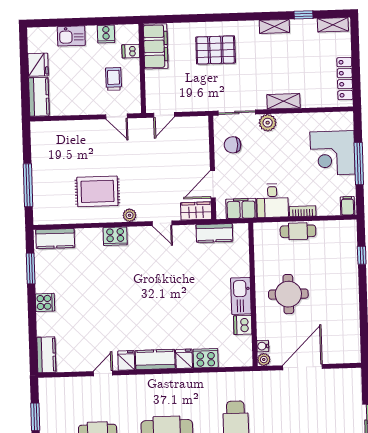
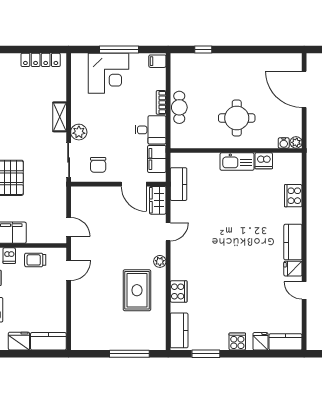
trolley: (114, 79) -> (35, 260), moved
cooker: (115, 236) -> (179, 291), moved
fridge: (184, 359) -> (260, 341), moved, turned 90
door: (303, 367) -> (304, 89), moved

